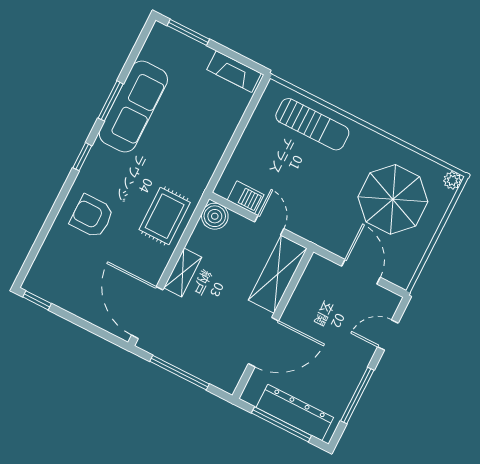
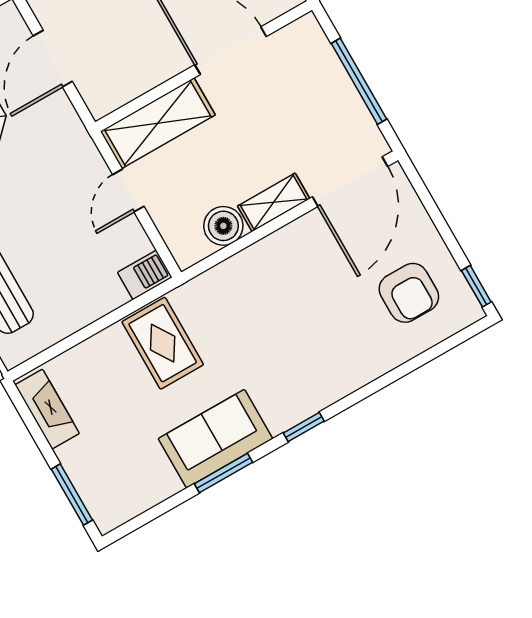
sofa: (133, 107) -> (215, 439), width x0.73
barbecue: (246, 197) -> (145, 275), moved, turned 90
armchair: (92, 216) -> (409, 293), moved
rug: (165, 216) -> (163, 343), moved, turned 90
boiler: (215, 216) -> (223, 226), moved

